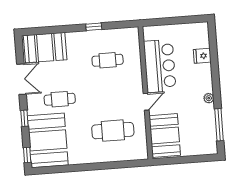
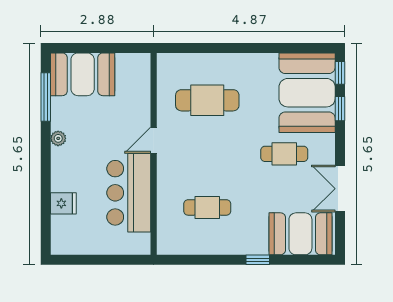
window: (94, 27) -> (258, 260), moved
window: (24, 118) -> (340, 109), moved
booth: (165, 136) -> (83, 74), moved, turned 90

